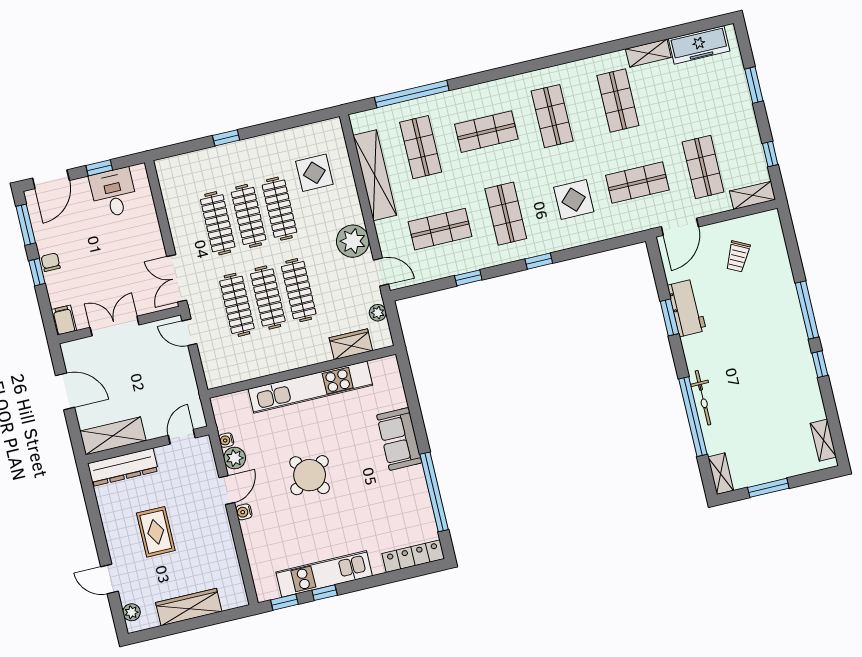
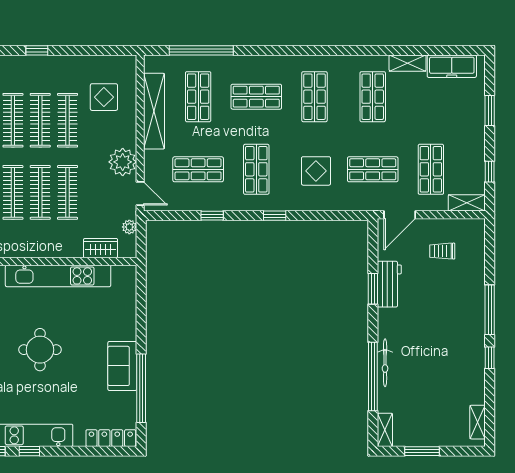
trolley: (738, 256) -> (442, 251), turned 63
sofa: (399, 439) -> (122, 366), moved
round table: (310, 475) -> (40, 350), turned 34

